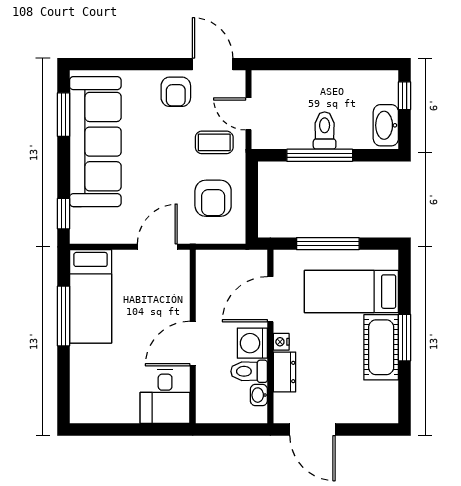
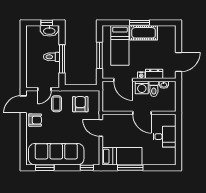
window: (405, 96) -> (47, 23), moved
armchair: (213, 198) -> (80, 104), turned -90
desk: (165, 397) -> (165, 137), moved

